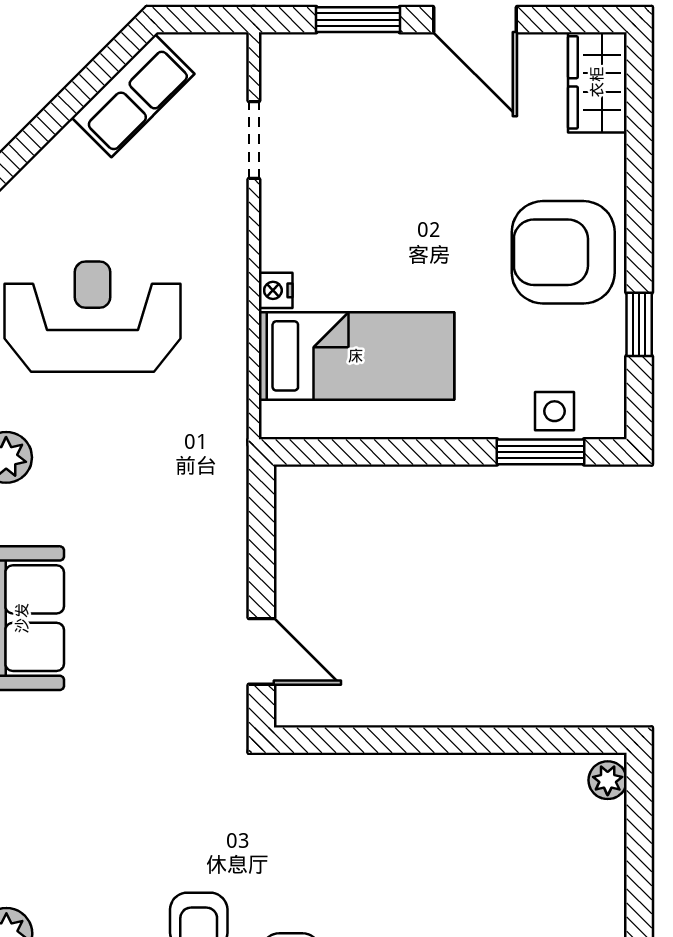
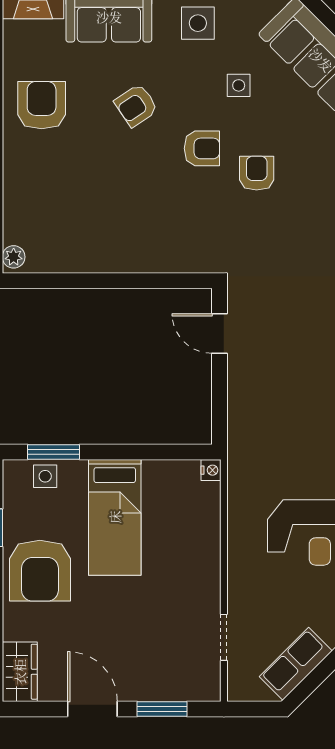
armchair: (563, 252) -> (40, 571), turned 90
nightstand: (276, 290) -> (211, 470), moved
bed: (356, 356) -> (115, 517), moved, turned -90

